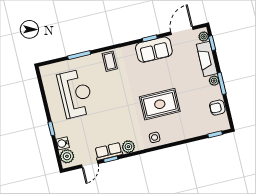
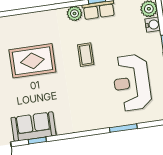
coffee table: (110, 61) -> (86, 55), moved
side table: (155, 137) -> (42, 22), removed

